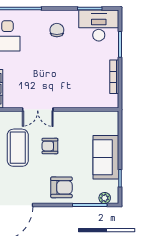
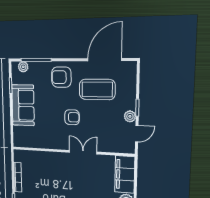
coffee table: (18, 148) -> (97, 89), moved, turned 90

